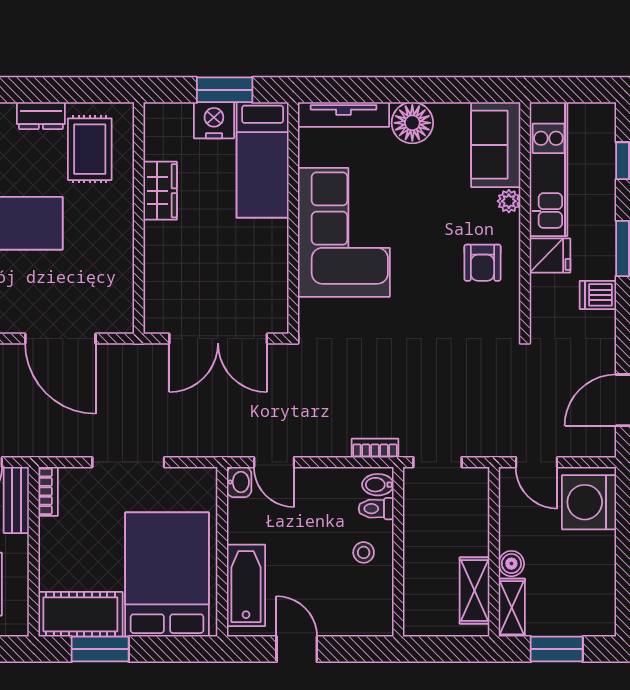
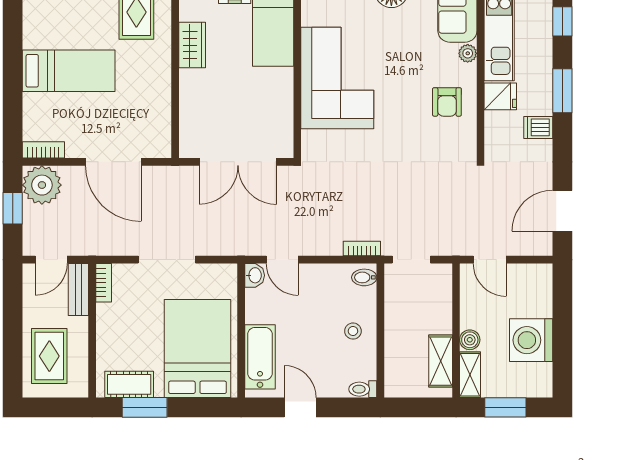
washing machine: (589, 502) -> (531, 340), moved
toilet: (376, 509) -> (363, 389), moved
cot: (80, 614) -> (129, 384), width x0.73, depth x0.75

